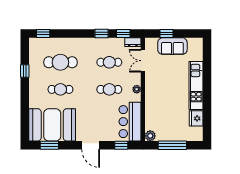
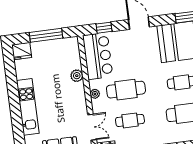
cafe table: (109, 89) -> (126, 90), width x1.37, depth x1.35
fridge: (196, 118) -> (22, 51), moved, turned 90
plant: (150, 136) -> (77, 76), moved

